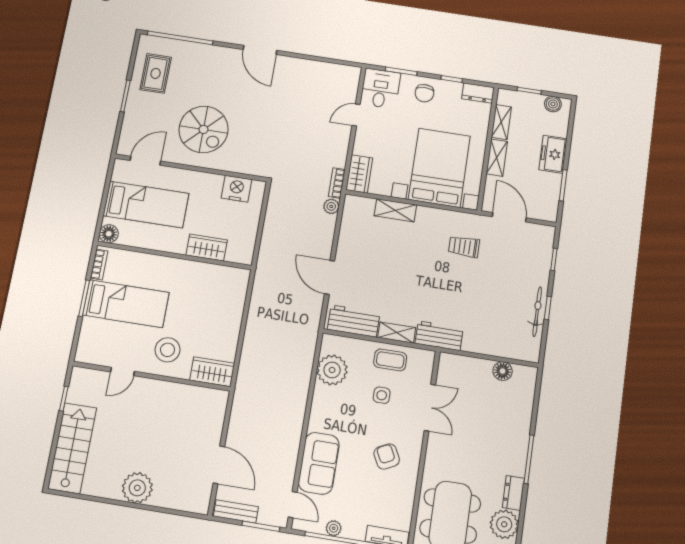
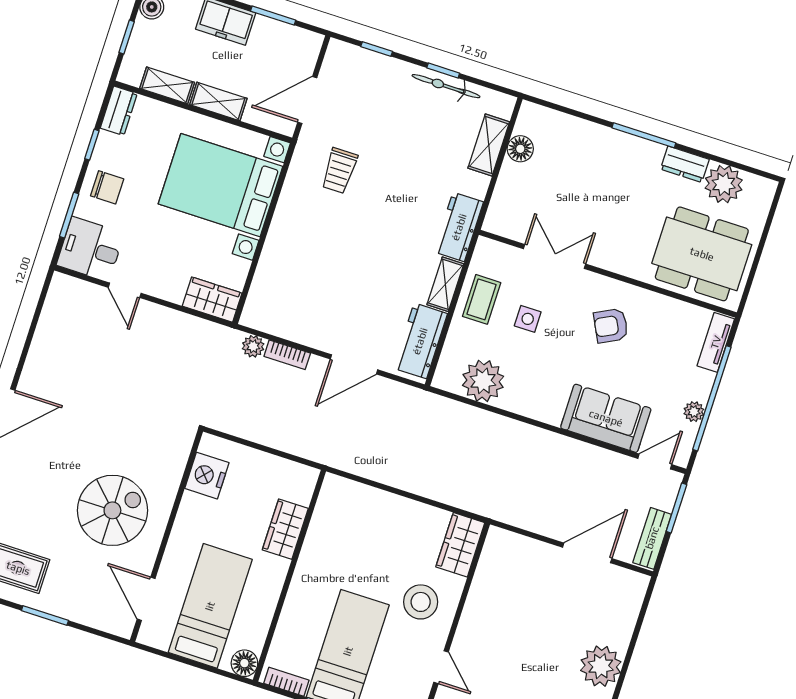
bookcase: (337, 183) -> (287, 355), moved
shelving: (395, 210) -> (489, 145), moved

